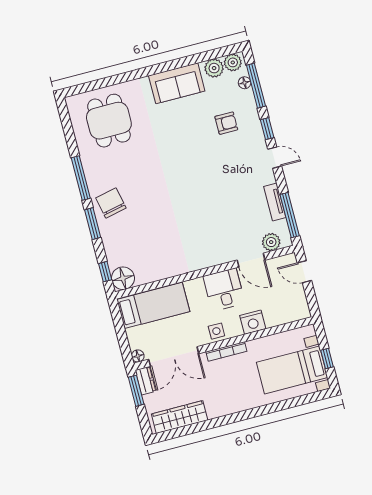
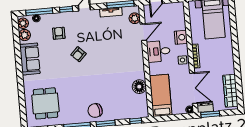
dining table: (109, 121) -> (45, 103), turned 90
armchair: (198, 161) -> (79, 54), added
floor lamp: (123, 278) -> (139, 87), moved

